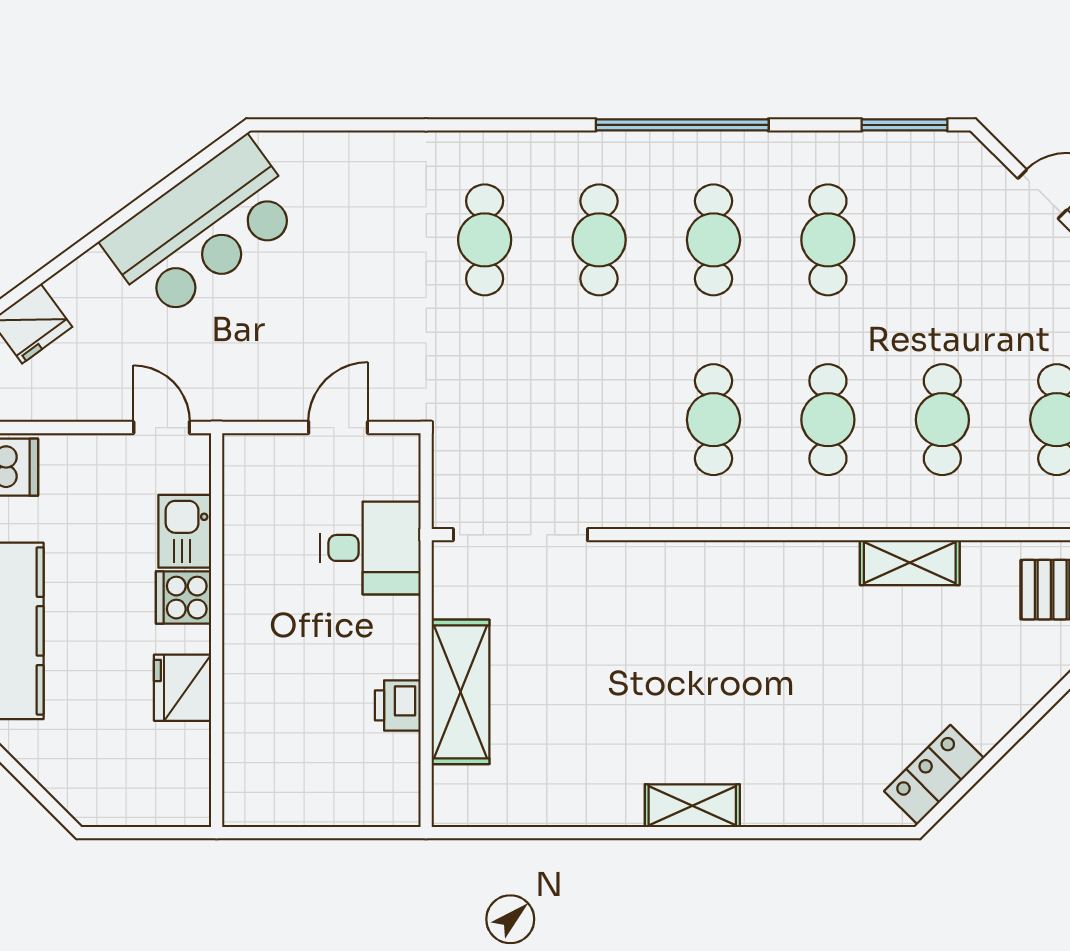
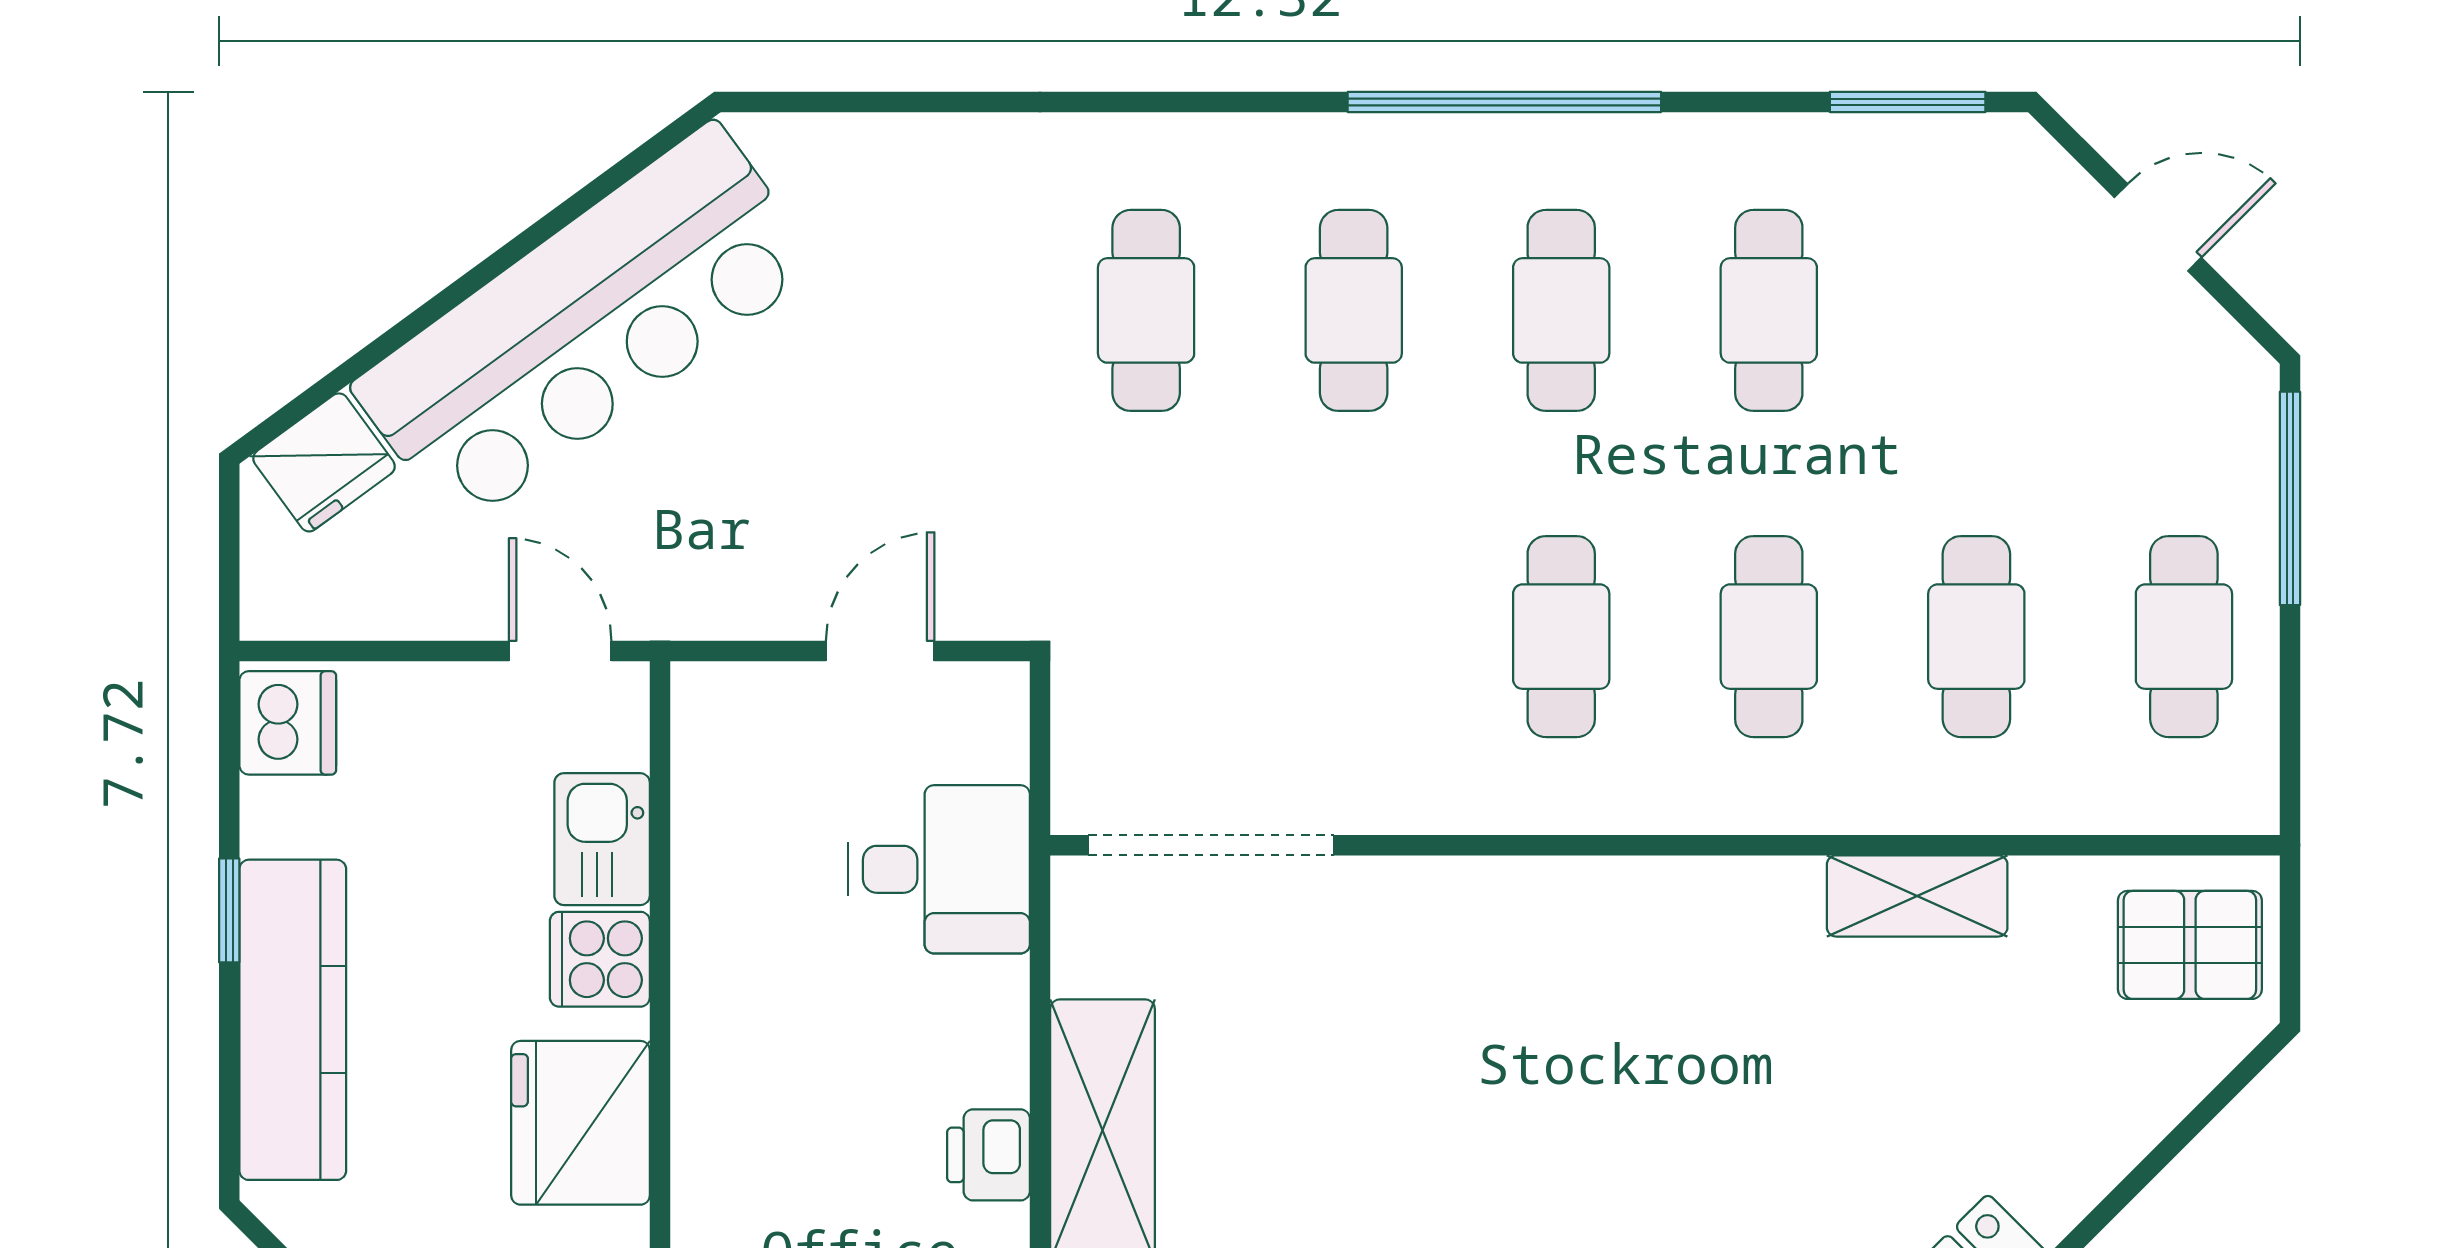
bar counter: (203, 229) -> (586, 326), width x1.36
fridge: (182, 688) -> (581, 1123), width x1.36, depth x1.34

